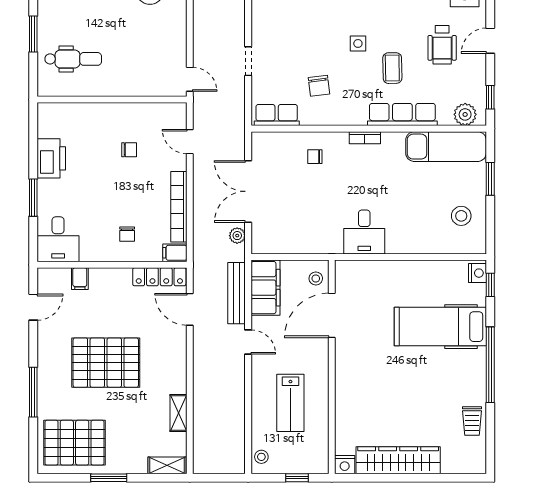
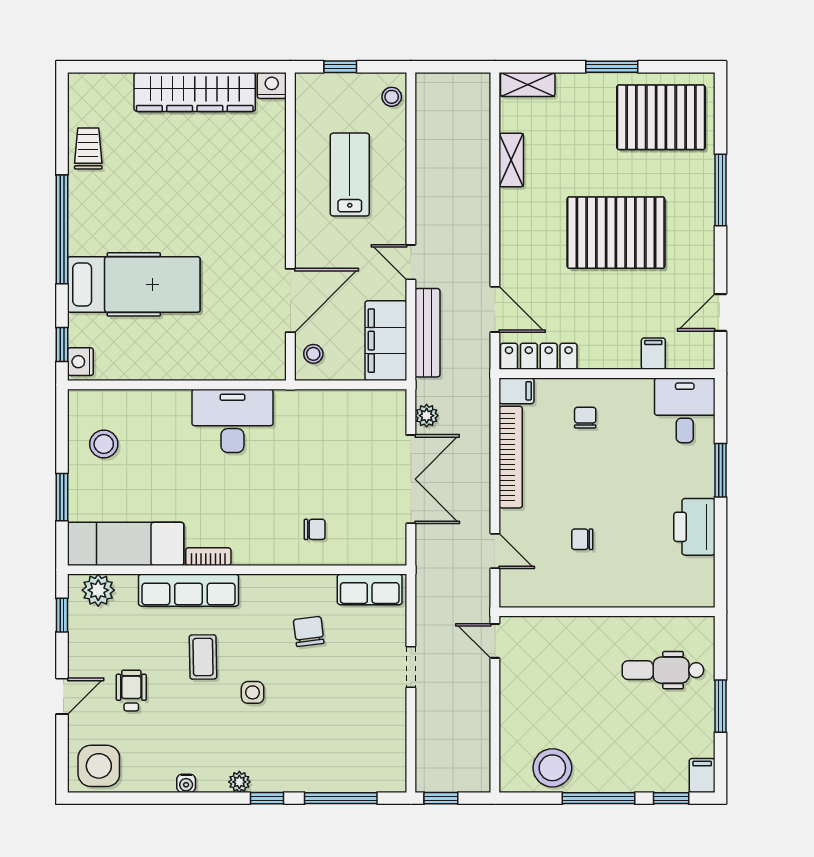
wheelchair: (442, 45) -> (131, 691), width x0.73, depth x0.73
bookcase: (365, 138) -> (208, 557), moved
desk: (364, 232) -> (232, 421), width x1.37

